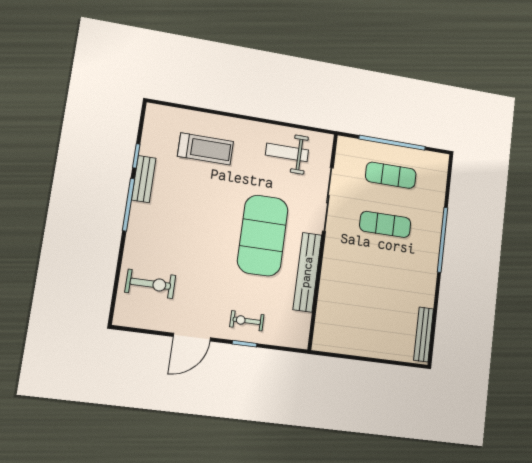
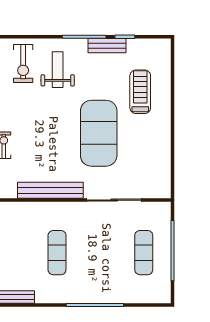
treadmill: (206, 149) -> (140, 92), turned 180
weight bench: (287, 152) -> (58, 70), moved
exercise mat: (385, 224) -> (57, 253), moved
exercise mat: (263, 235) -> (99, 133), moved, turned 90

